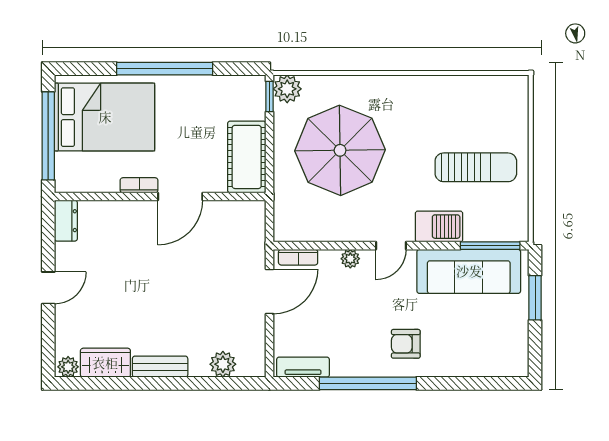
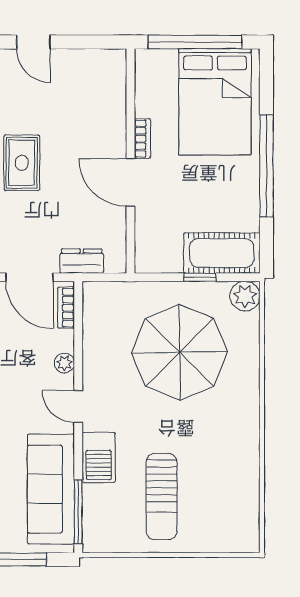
window: (269, 96) -> (200, 277), moved
cot: (247, 157) -> (222, 253), moved
dresser: (66, 221) -> (82, 261), moved, turned 180
rug: (162, 299) -> (22, 163), added

